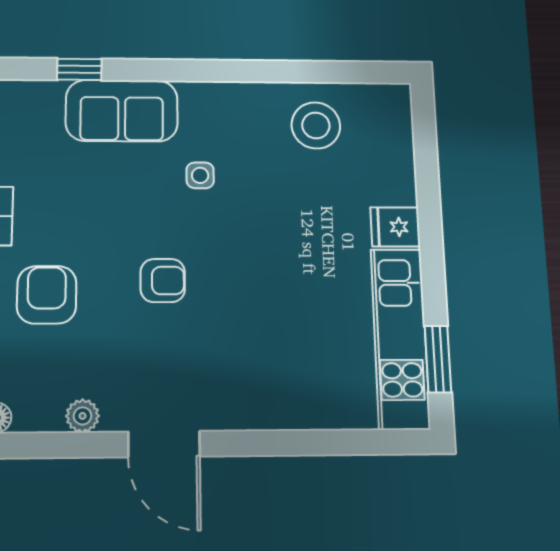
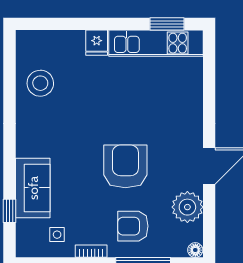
side table: (200, 175) -> (57, 235), moved
armchair: (163, 281) -> (125, 166), width x1.88, depth x1.88
plant: (83, 416) -> (187, 207), width x1.88, depth x1.88

